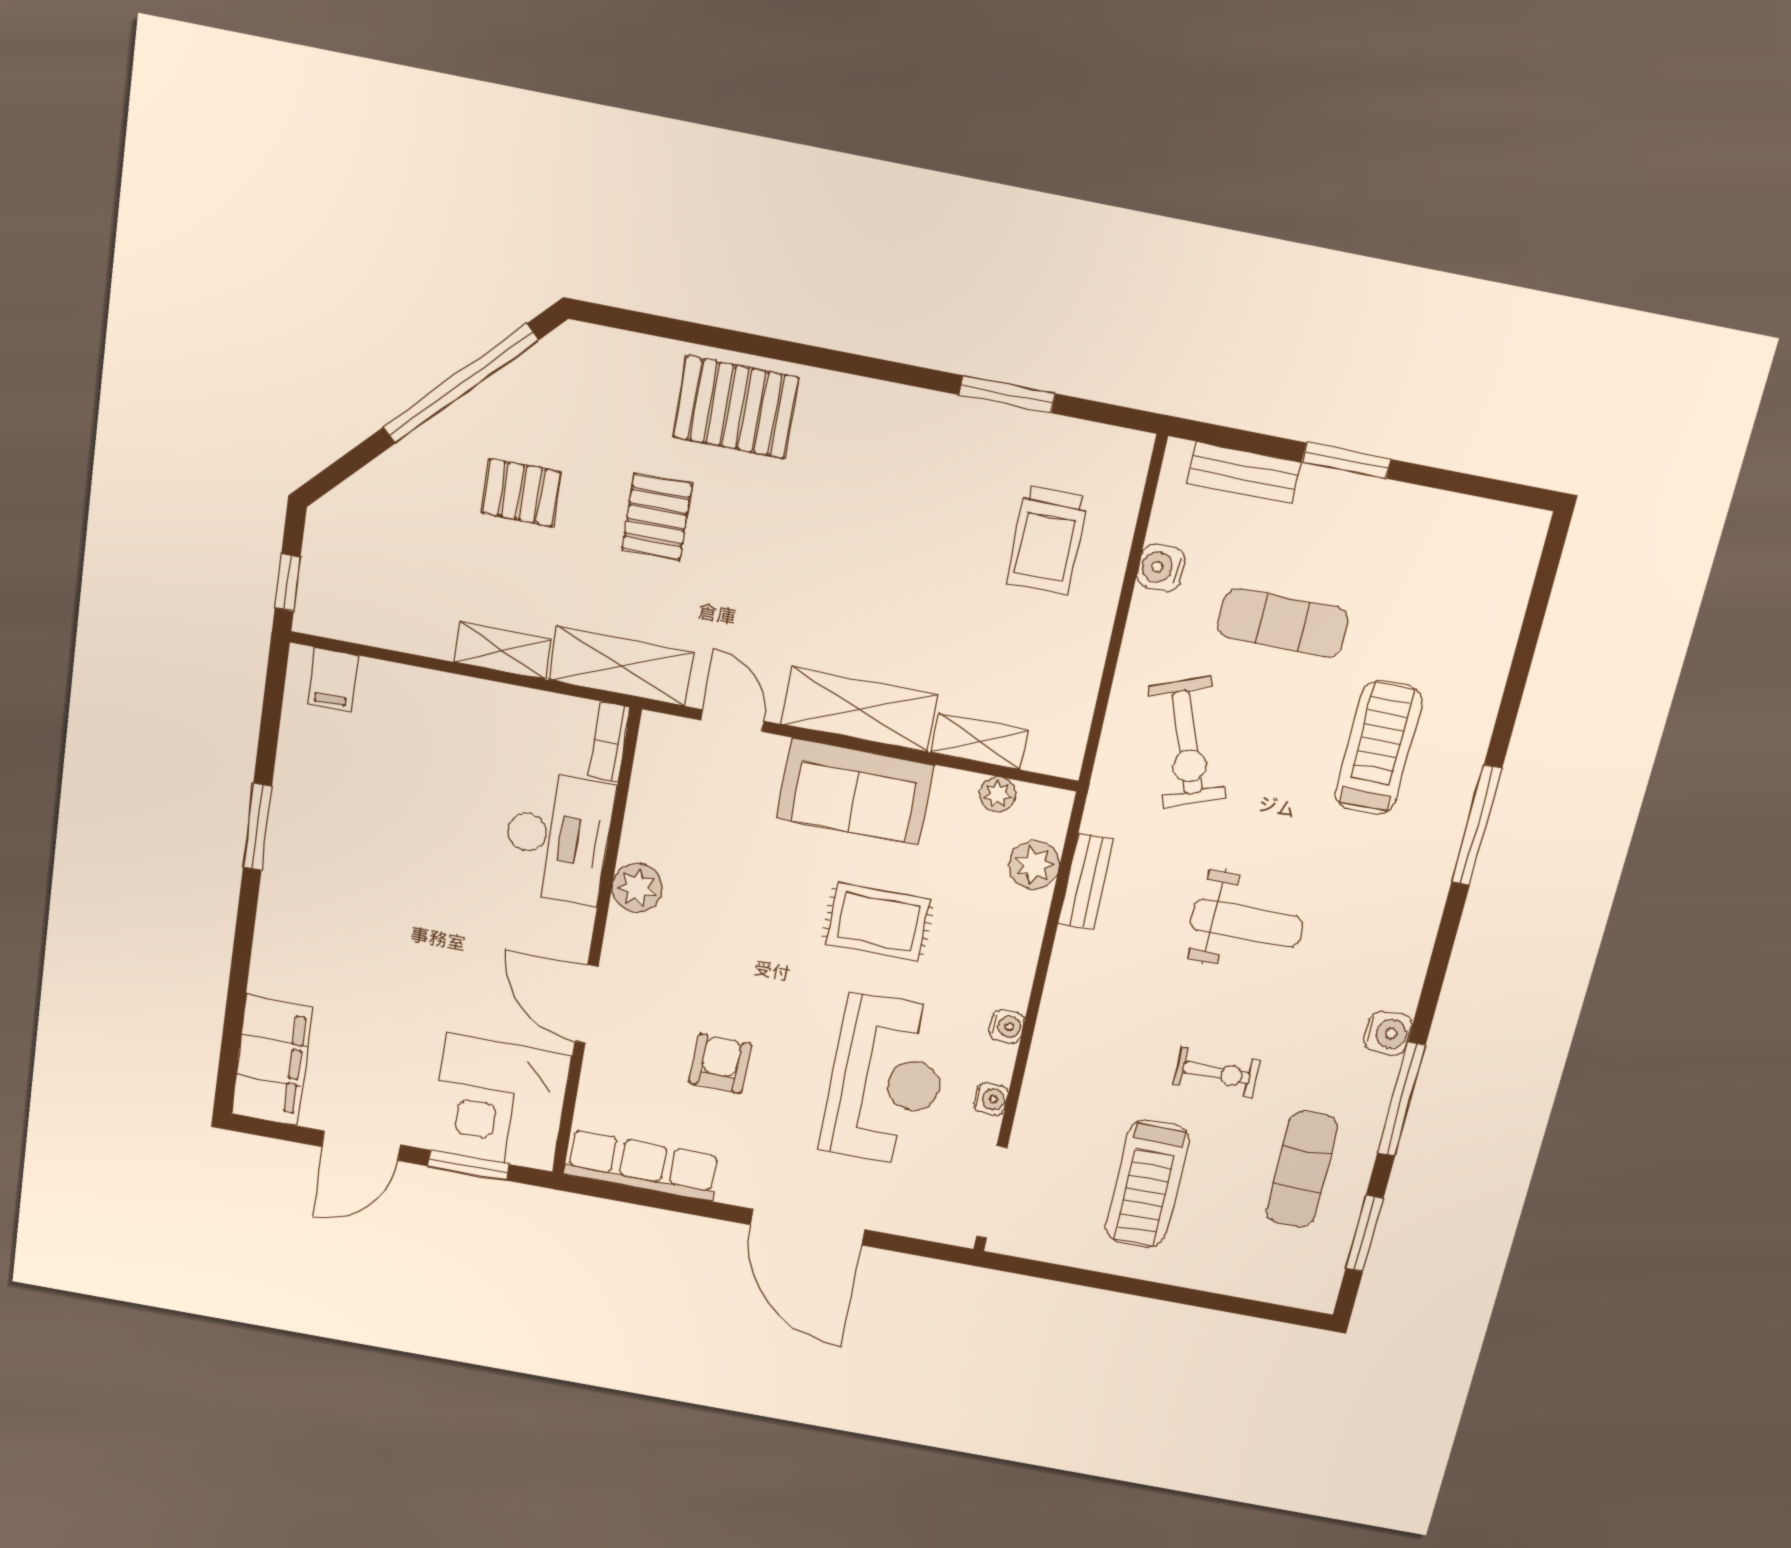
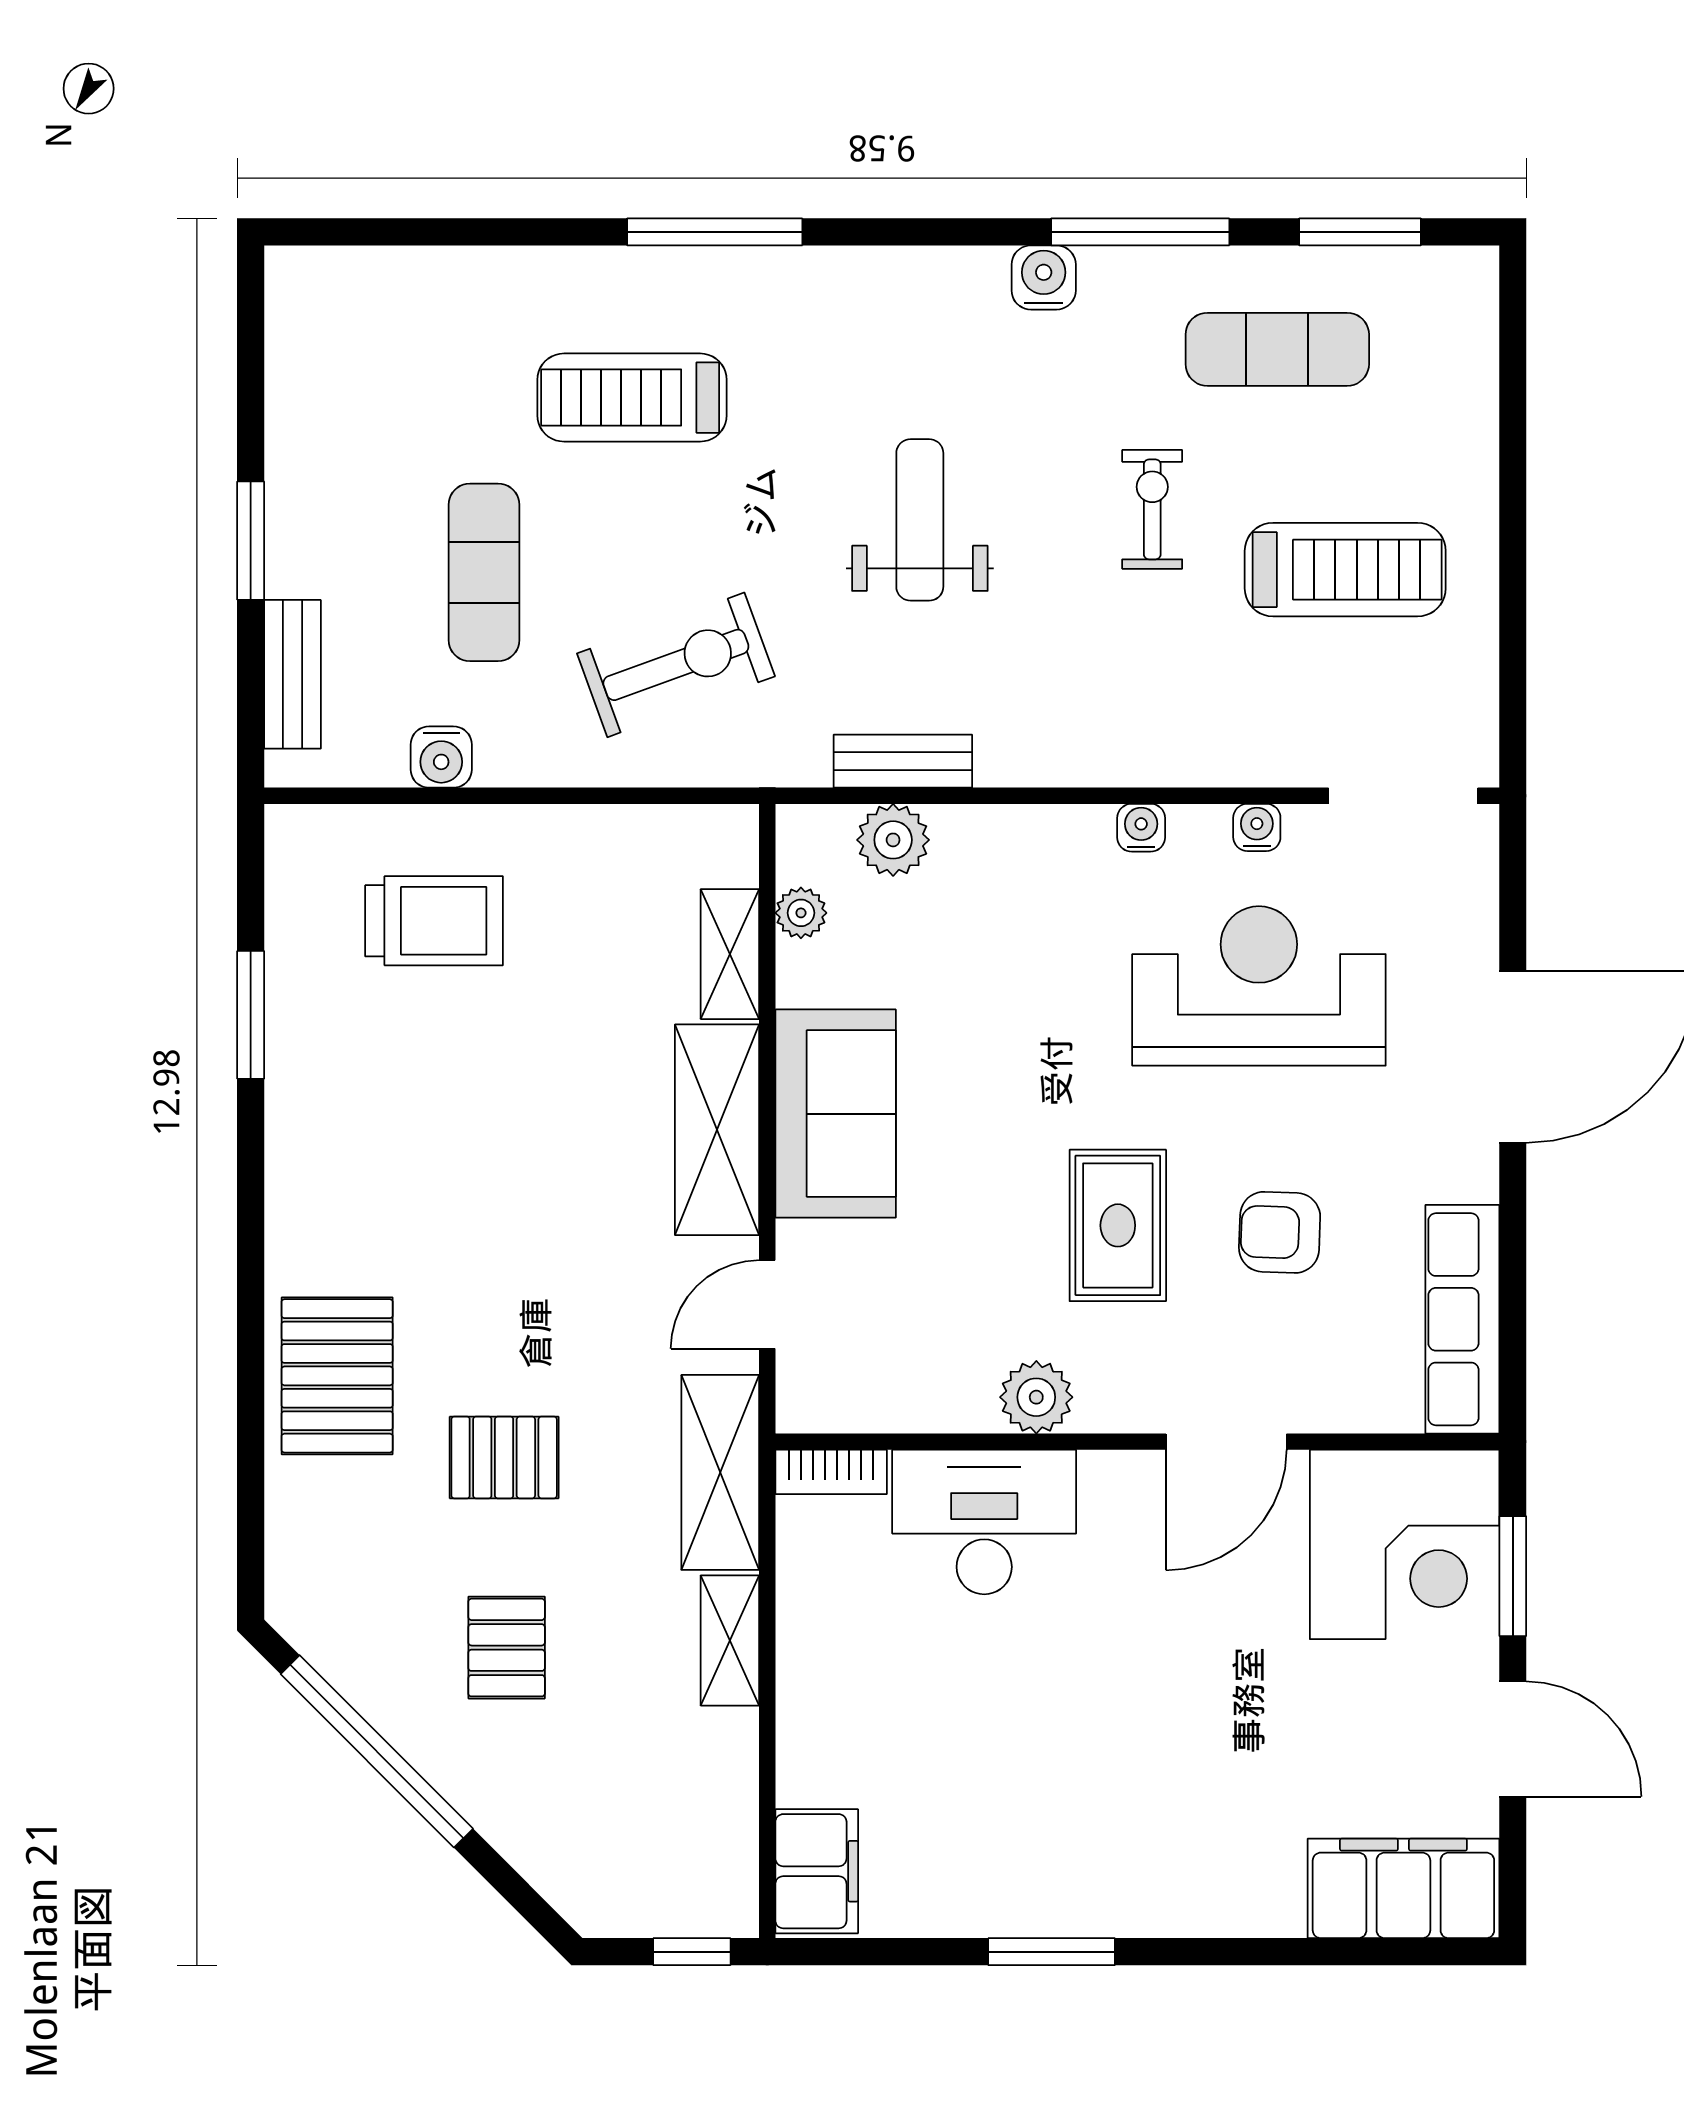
filing cabinet: (333, 680) -> (817, 1871), width x2.00
rug: (878, 922) -> (1118, 1225), moved

